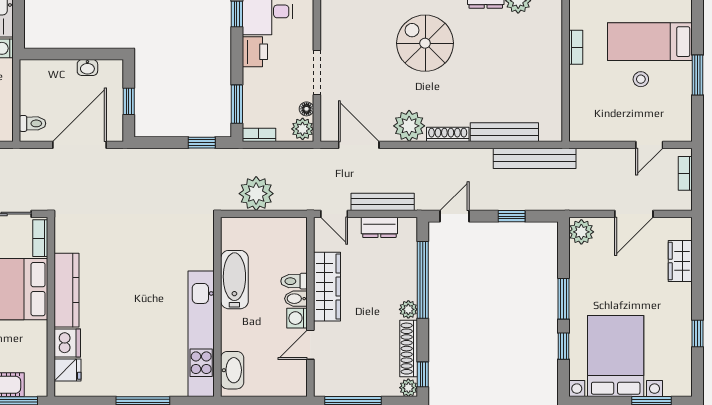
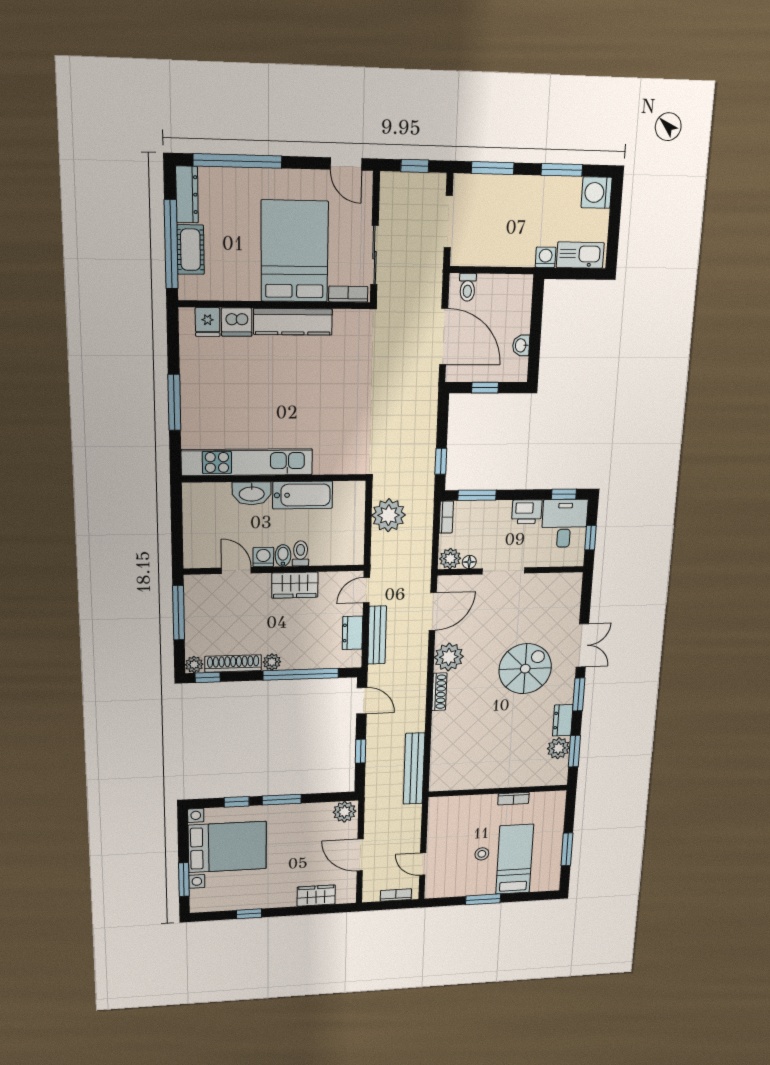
bench: (504, 132) -> (439, 742), removed
wardrobe: (327, 287) -> (295, 585), width x0.67
washbasin: (232, 370) -> (252, 493), moved

